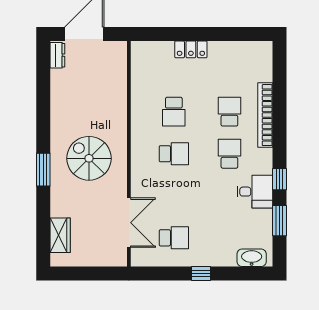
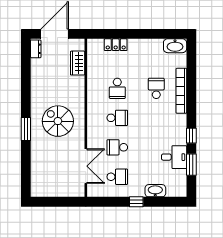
locker: (191, 49) -> (116, 45), moved
washbasin: (256, 51) -> (175, 46), added
school desk: (229, 154) -> (117, 147), moved, turned -90
desk: (255, 192) -> (174, 157), moved
wardrobe: (60, 235) -> (78, 63), moved, turned 180
washbasin: (252, 258) -> (155, 191), moved

